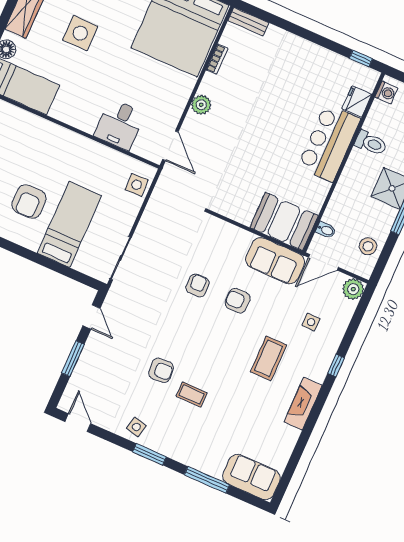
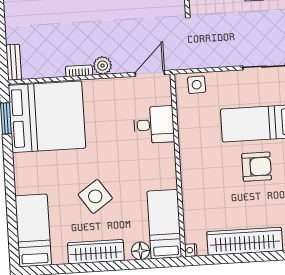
side table: (80, 33) -> (95, 196), turned -35
bookcase: (217, 59) -> (79, 71), moved

